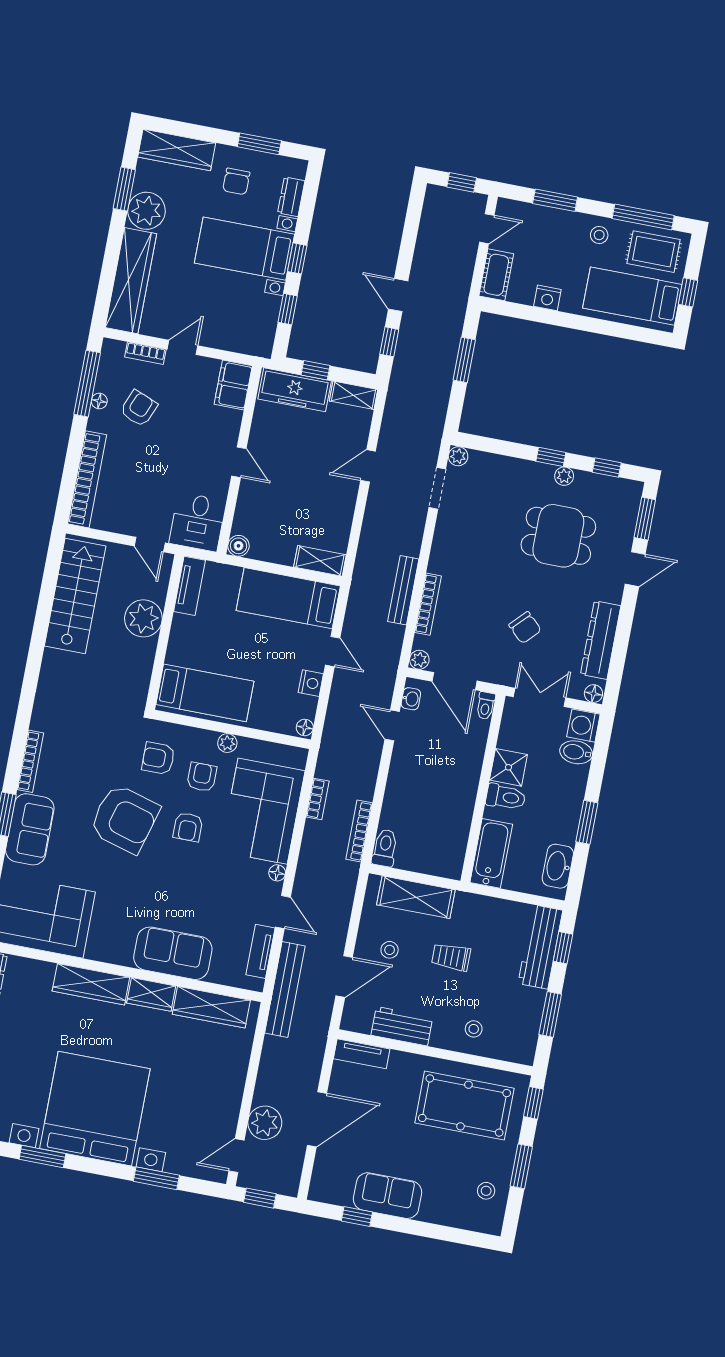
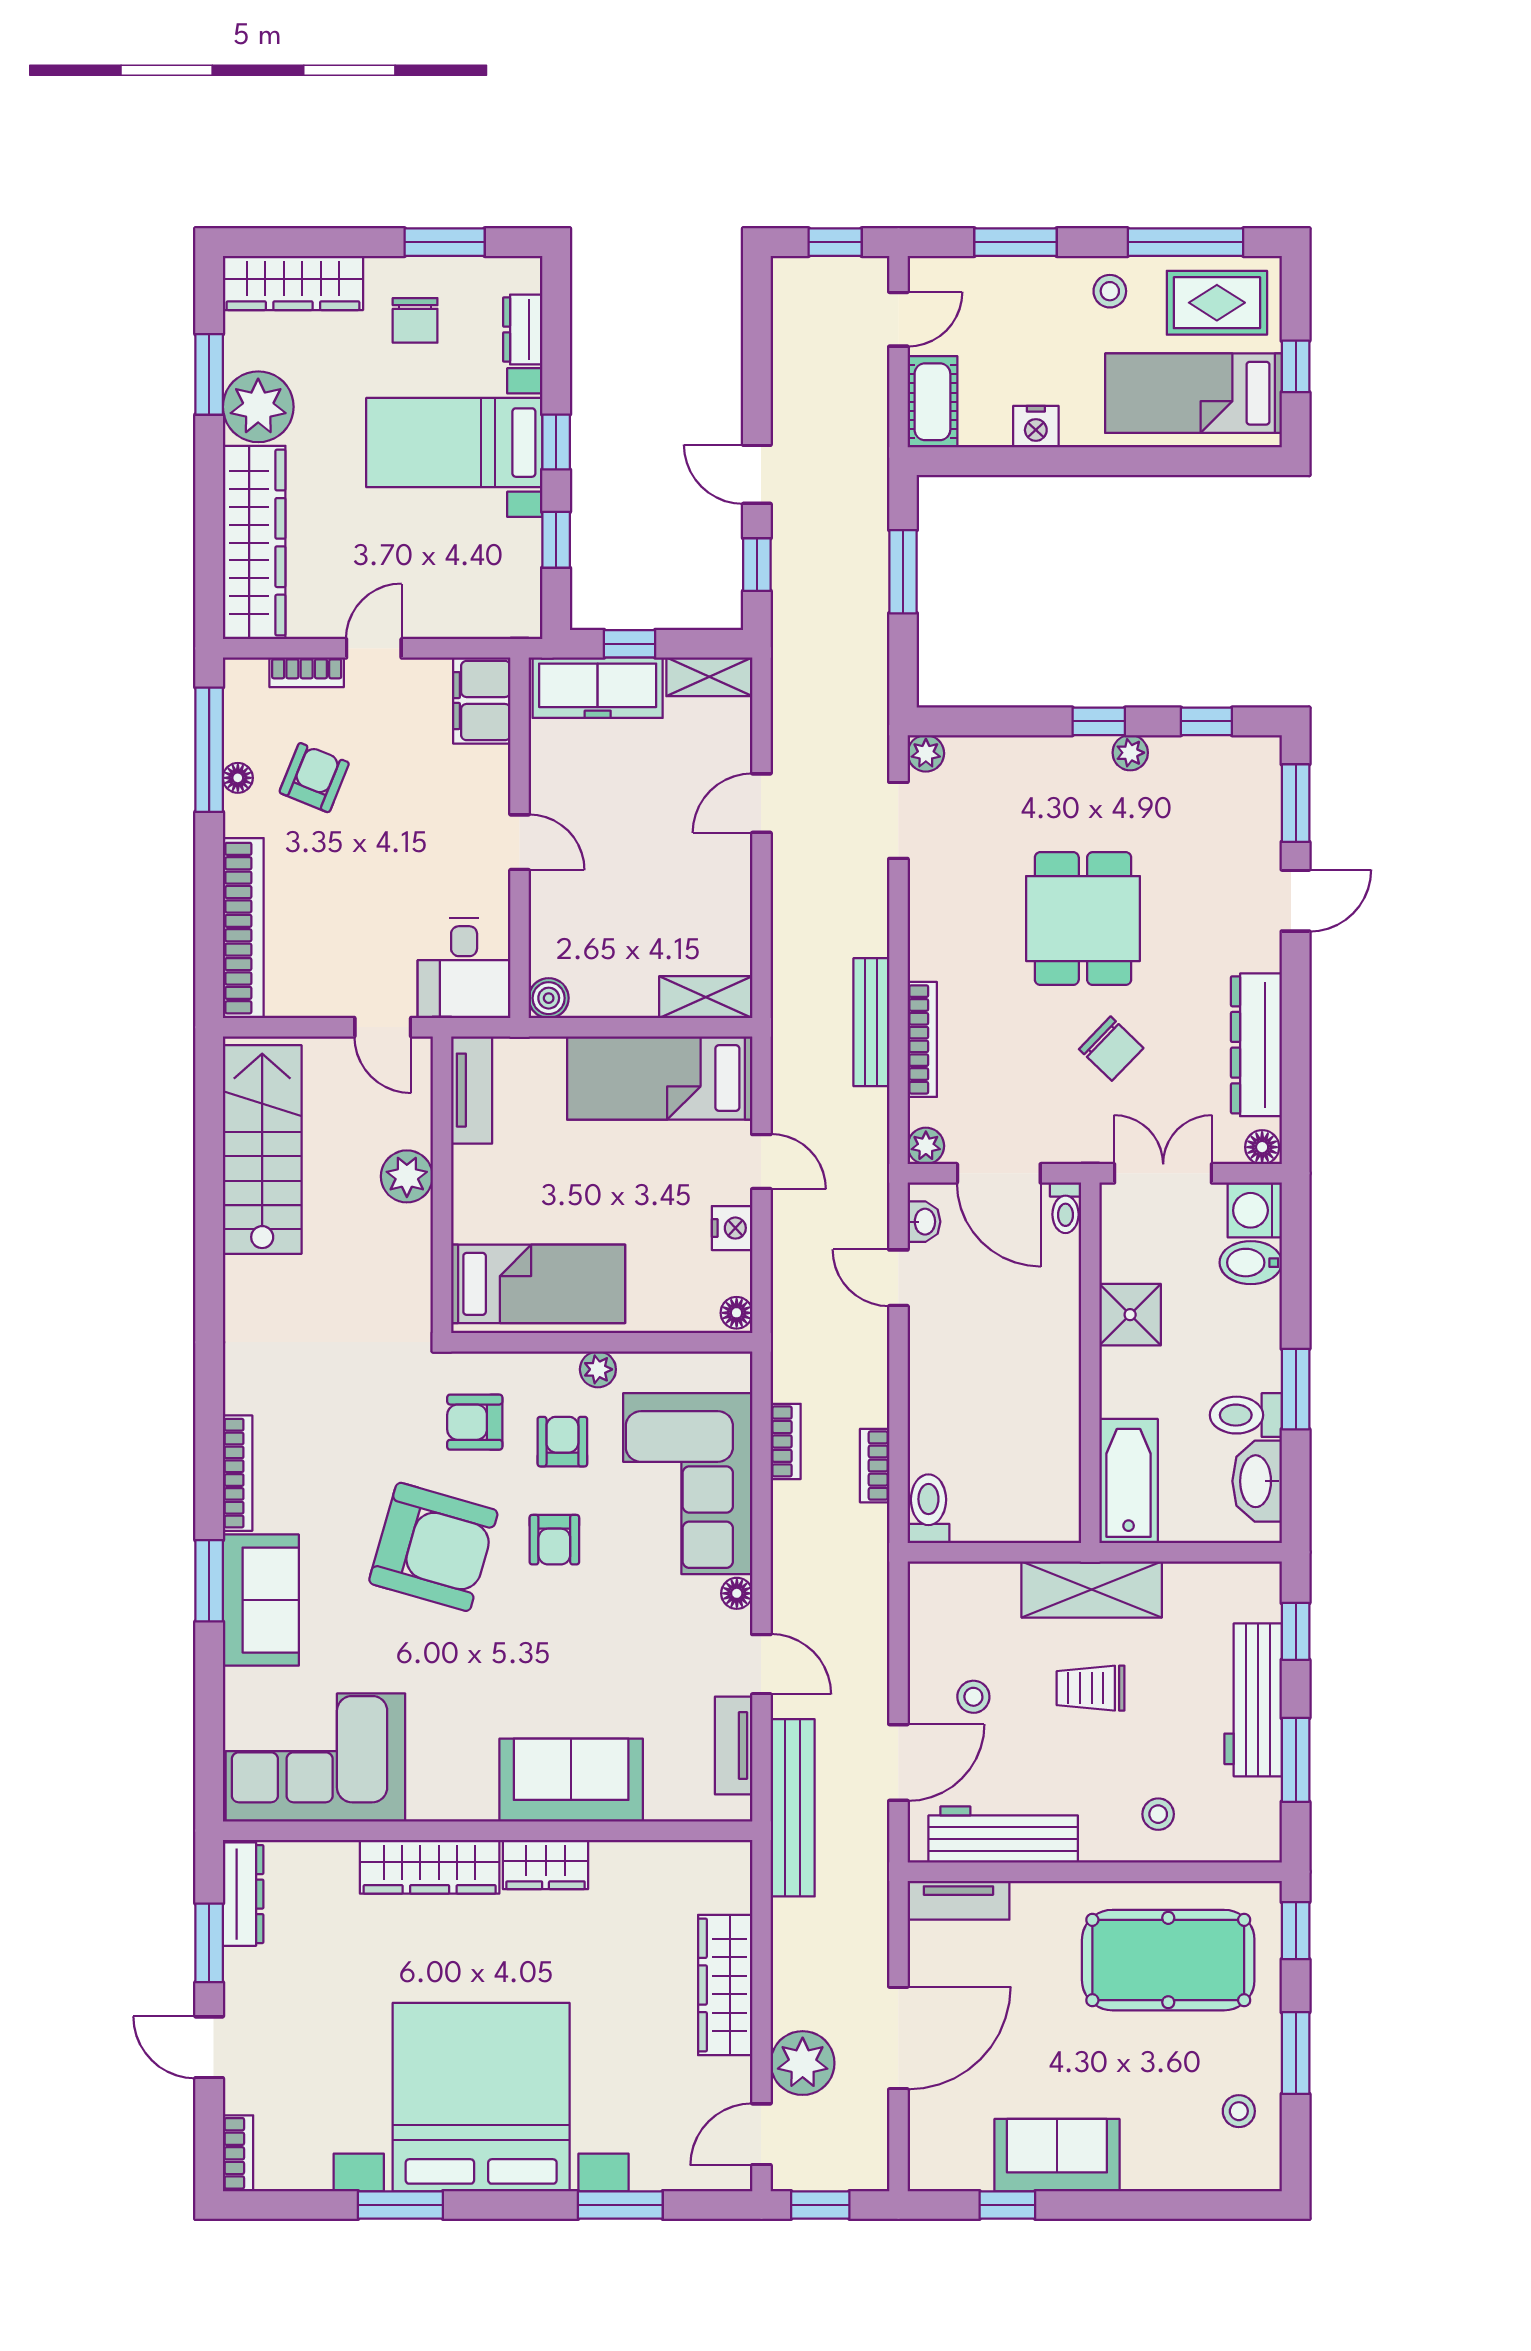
dining table: (558, 536) -> (1083, 919), moved, turned 90
plant: (143, 618) -> (407, 1176), width x0.73, depth x0.73
toilet: (506, 797) -> (1246, 1415), moved, turned 180
bookcase: (359, 831) -> (875, 1466), width x0.64
shelving: (416, 897) -> (1092, 1589), moved
workbench: (540, 947) -> (1253, 1700), moved
wardrobe: (211, 1007) -> (725, 1985), moved, turned 90
workbench: (402, 1026) -> (1003, 1835), width x1.38

